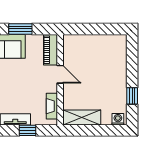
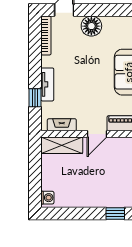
window: (132, 96) -> (115, 213), moved
shelving: (82, 117) -> (62, 145), moved, turned 90

